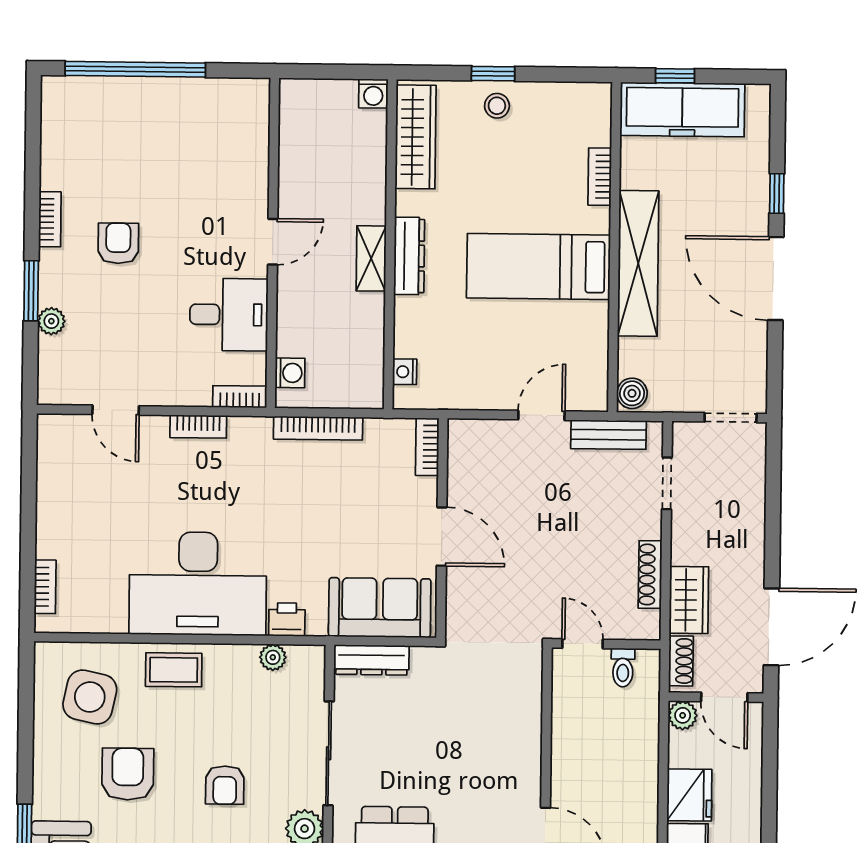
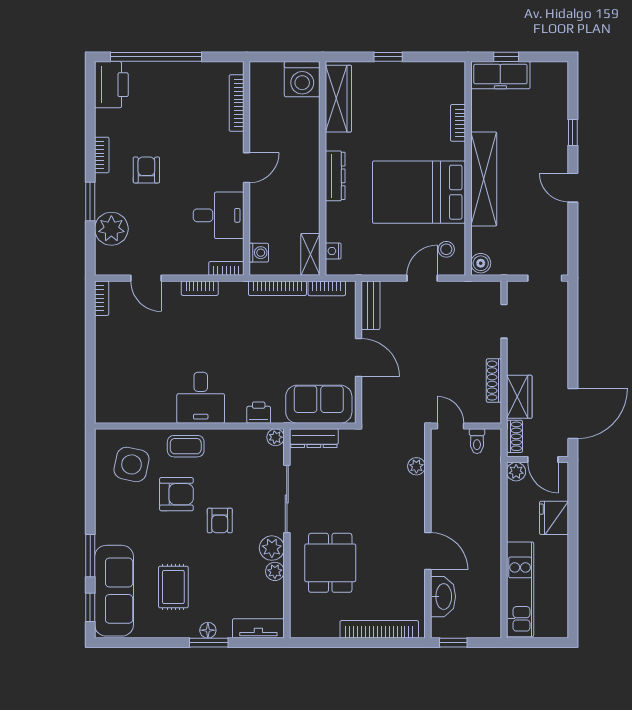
washing machine: (373, 94) -> (302, 79), width x1.89, depth x1.89
stool: (497, 106) -> (446, 249), moved
freezer: (682, 109) -> (500, 75), width x0.73, depth x0.79
printer: (66, 111) -> (111, 85), added
bookcase: (259, 142) -> (237, 103), added
shelving: (371, 258) -> (310, 254), moved
bed: (538, 267) -> (419, 192), width x1.50
door: (776, 279) -> (573, 188), width x0.53
plant: (51, 321) -> (111, 229), width x1.88, depth x1.88
bench: (608, 435) -> (370, 305), moved, turned 90
bookcase: (427, 447) -> (327, 288), moved, turned -90
desk: (198, 584) -> (201, 398), width x0.53, depth x0.77
bookcase: (45, 587) -> (102, 298), moved
plant: (273, 657) -> (276, 437), moved
plant: (529, 705) -> (416, 466), added
armchair: (128, 774) -> (176, 494), moved, turned 90
fridge: (689, 795) -> (554, 518), moved, turned 180

